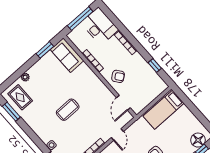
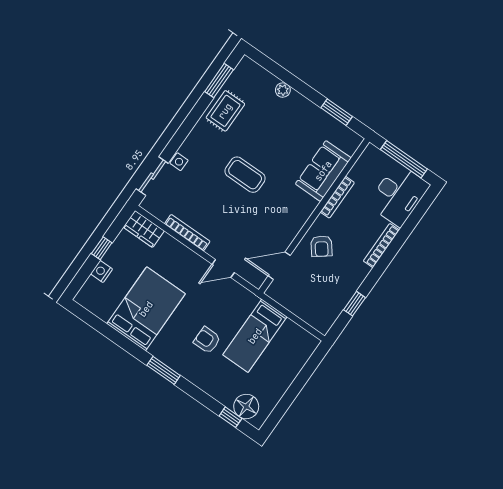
sofa: (67, 55) -> (323, 171), moved
rug: (20, 97) -> (225, 111), moved
bed: (163, 110) -> (255, 336), moved, turned -90

